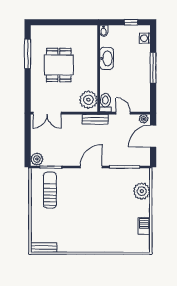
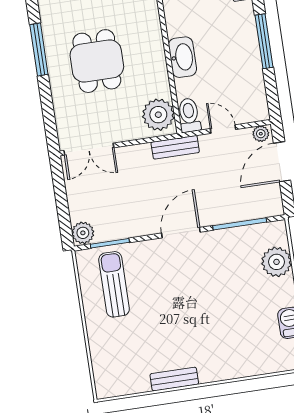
washbasin: (107, 58) -> (182, 57), moved
bench: (44, 248) -> (174, 379), moved

